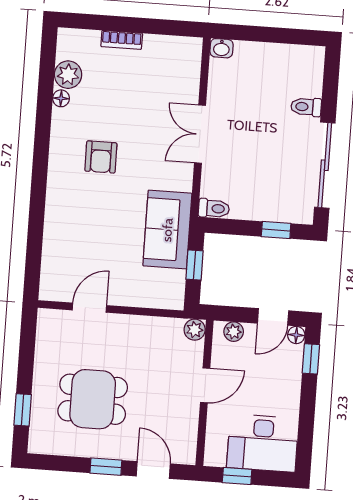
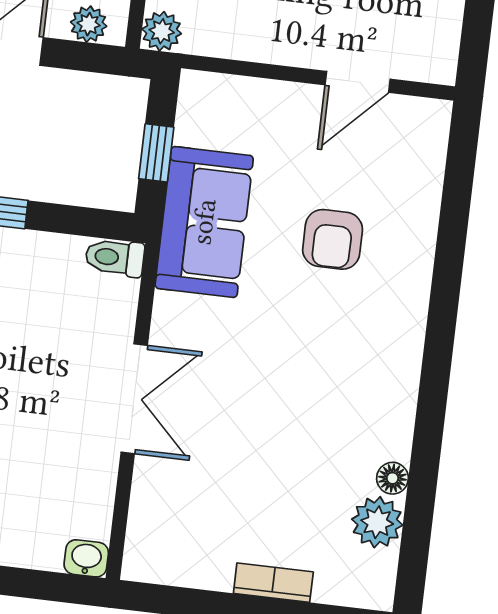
armchair: (101, 157) -> (333, 239), moved, turned 180

